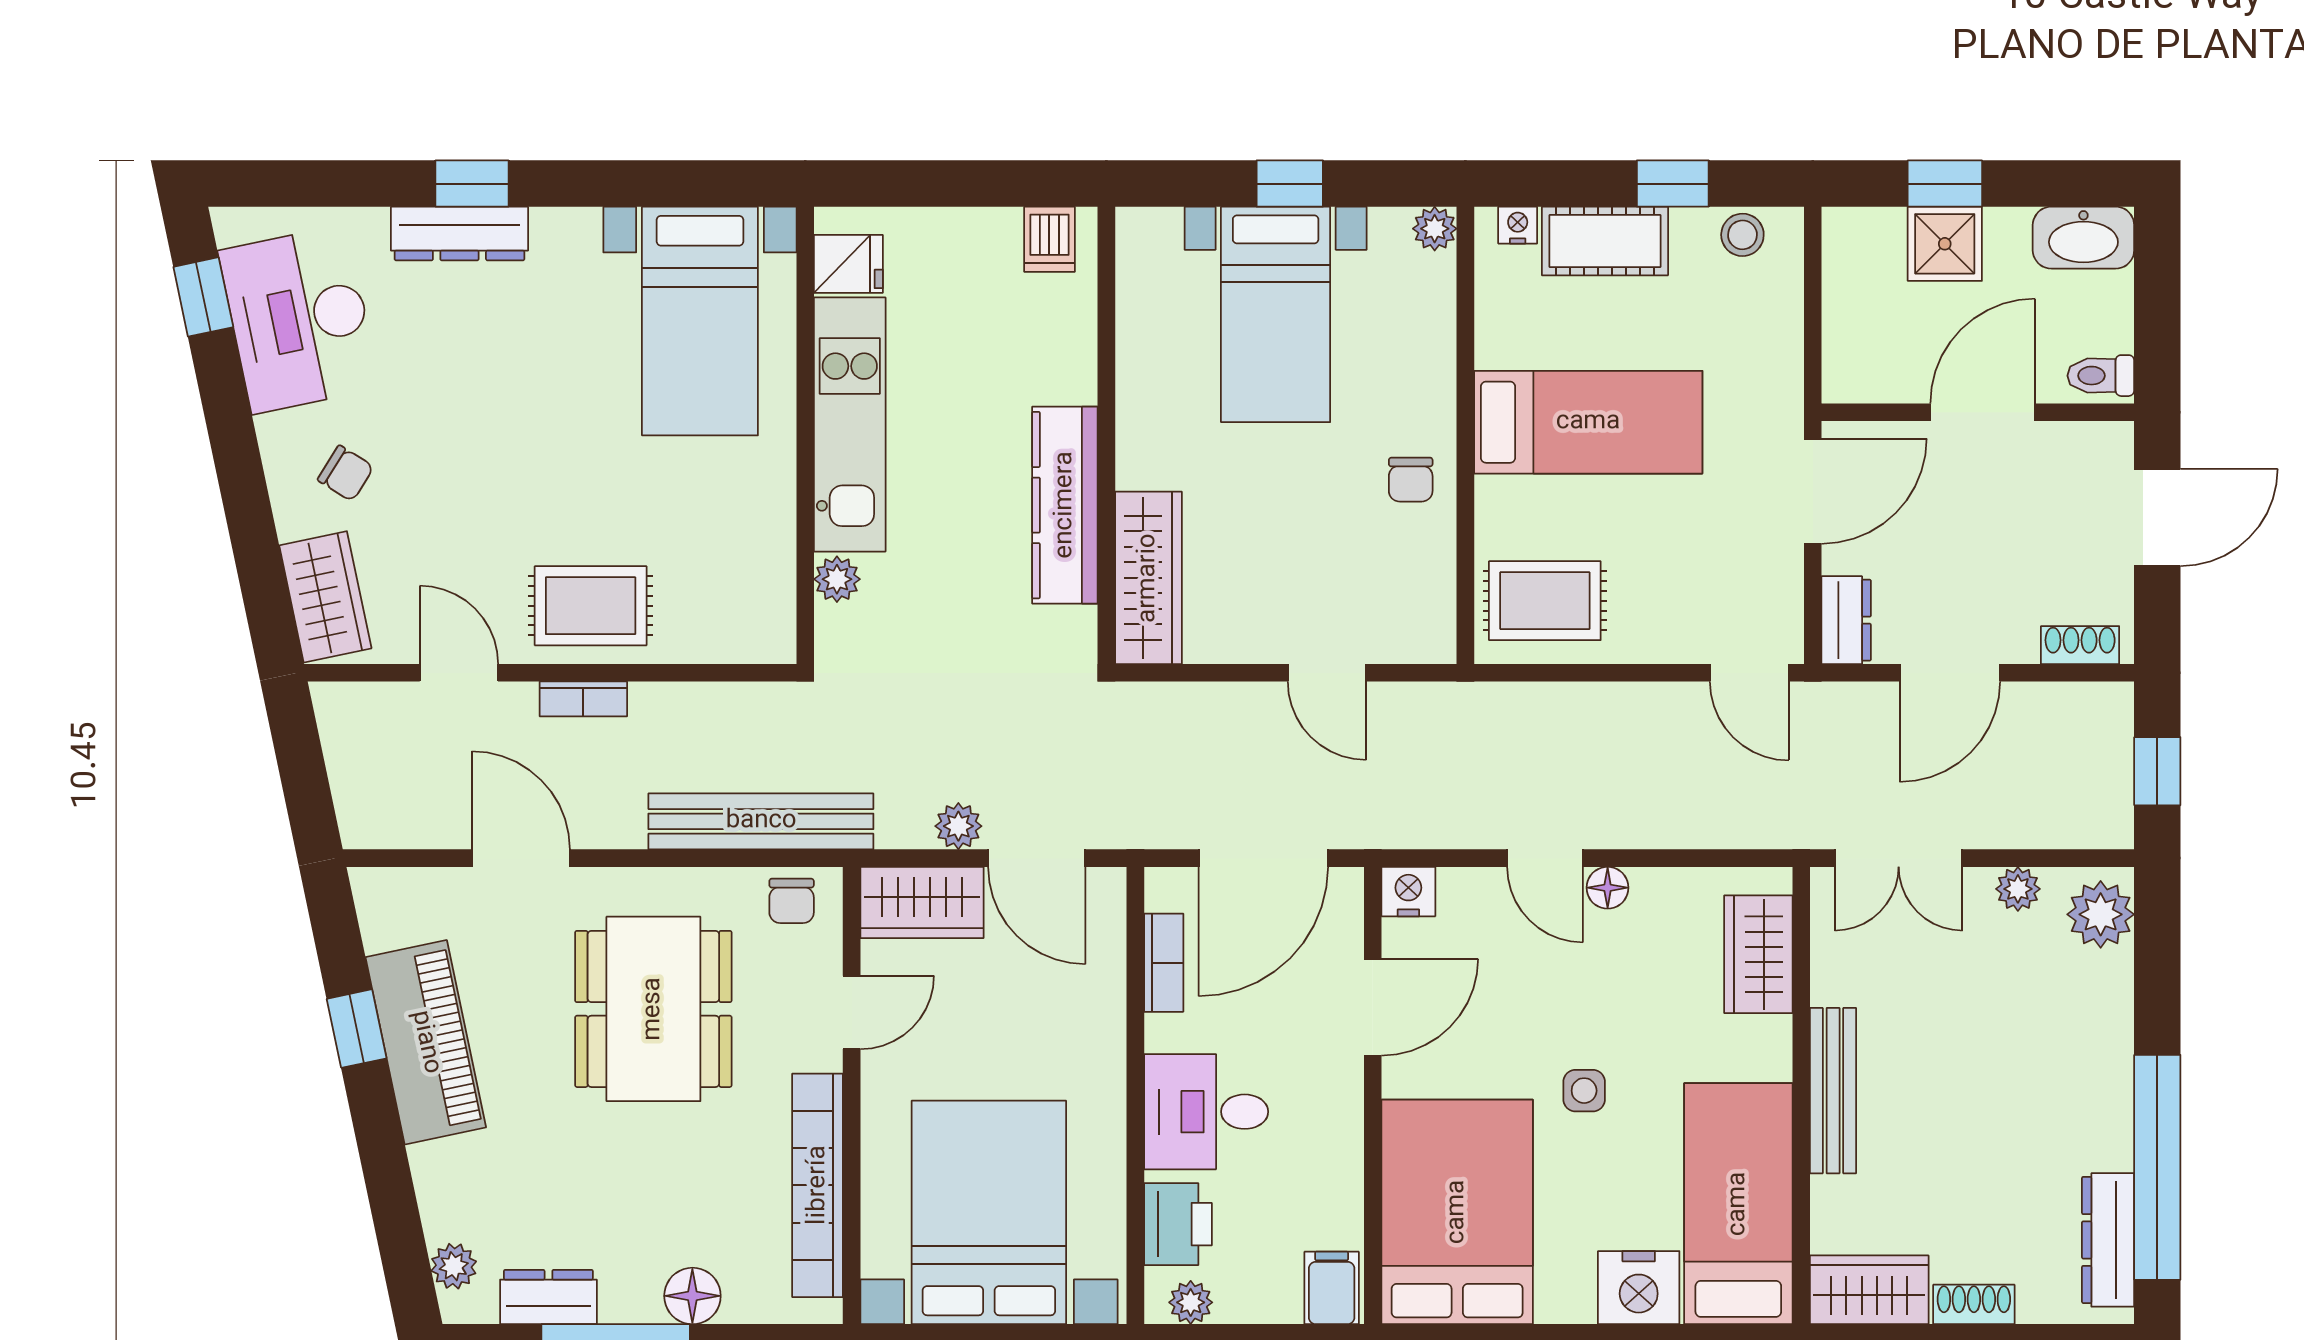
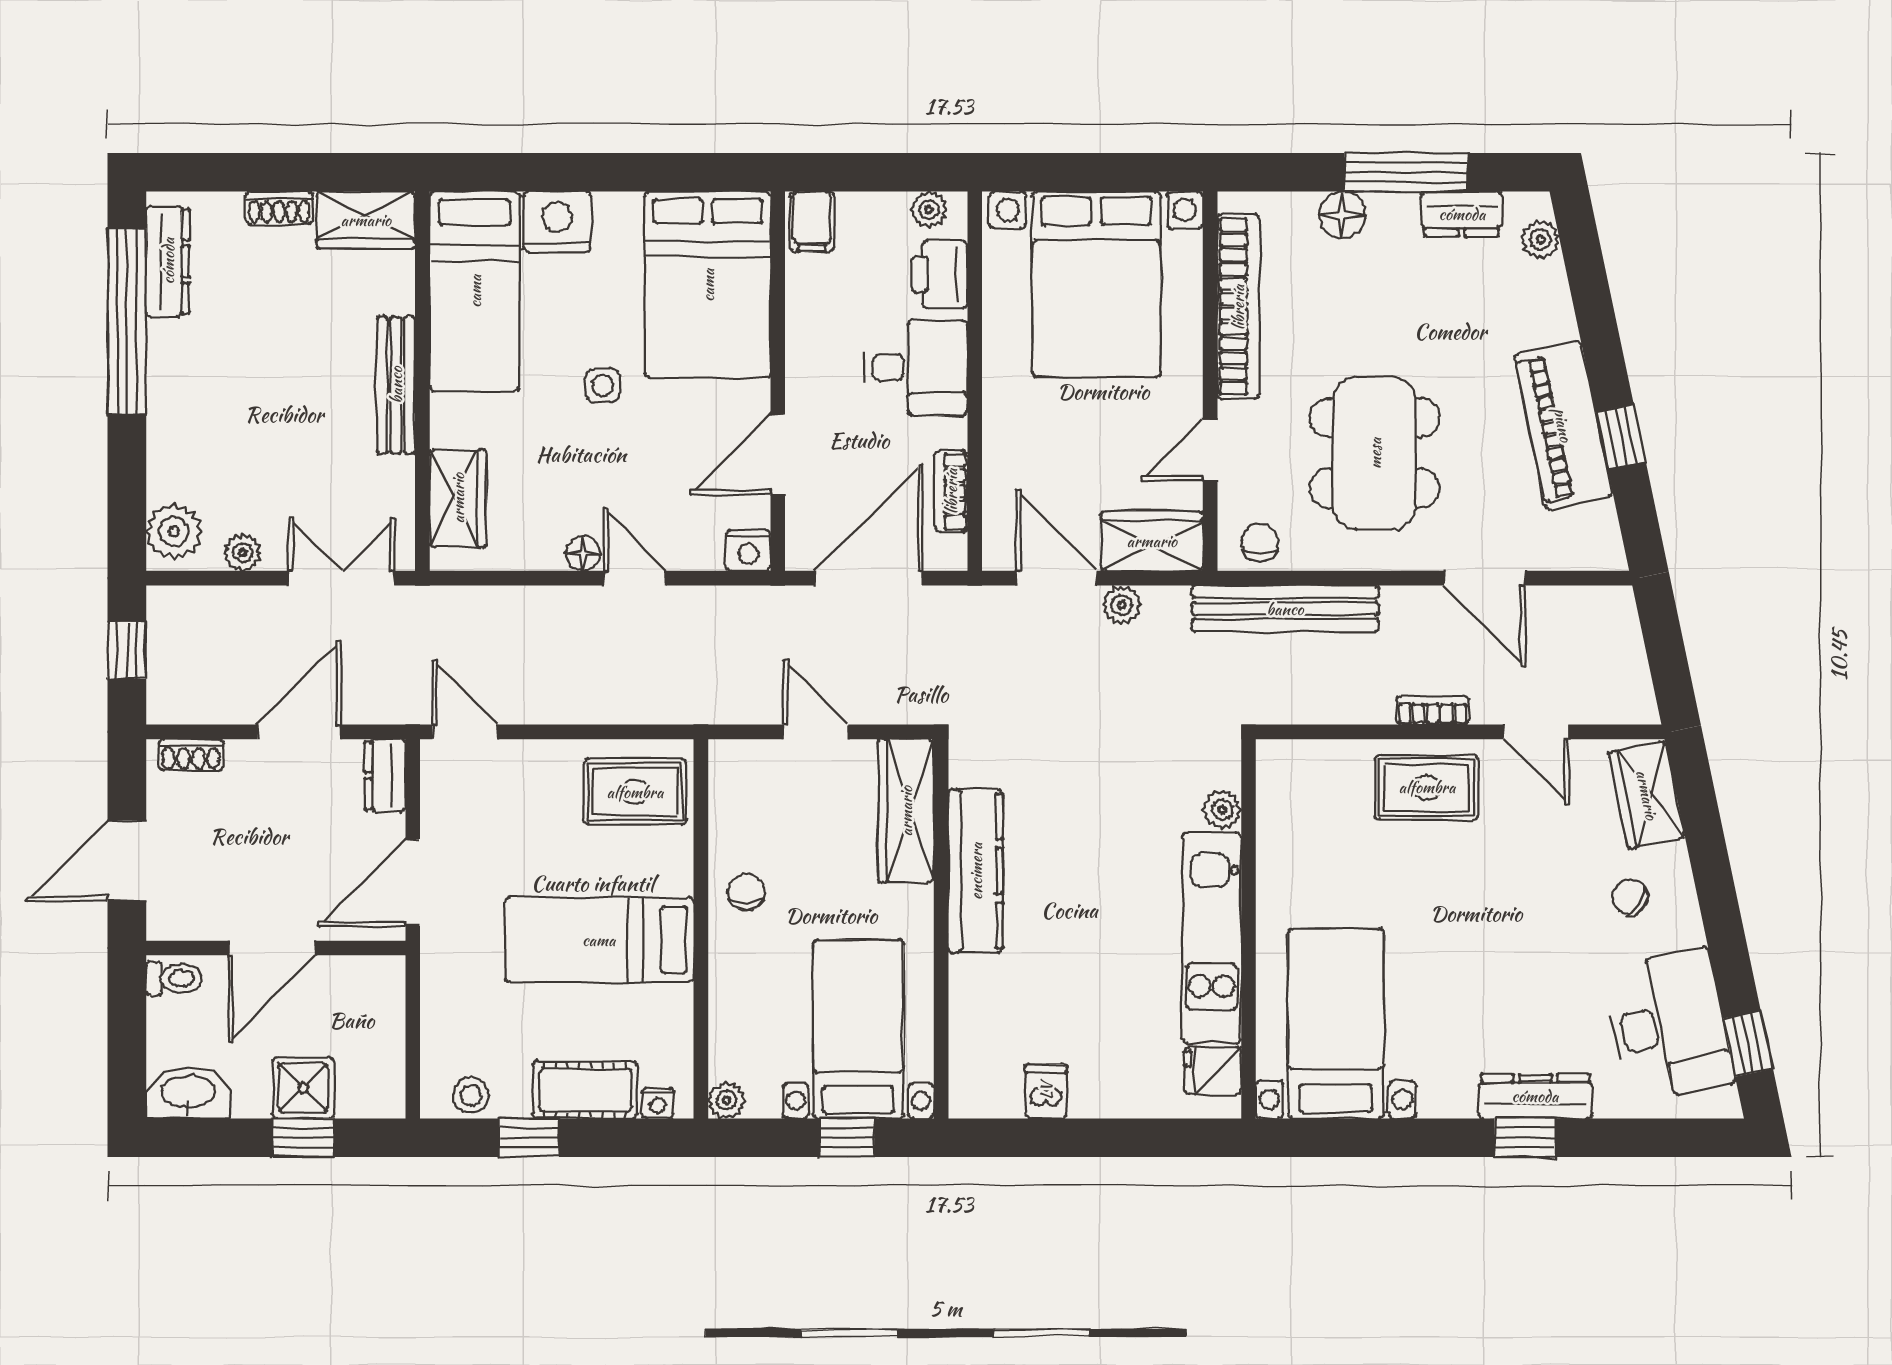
wall: (1106, 435) -> (941, 929), moved
kitchen counter: (1065, 505) -> (976, 871), moved
wardrobe: (1148, 578) -> (906, 811), moved

